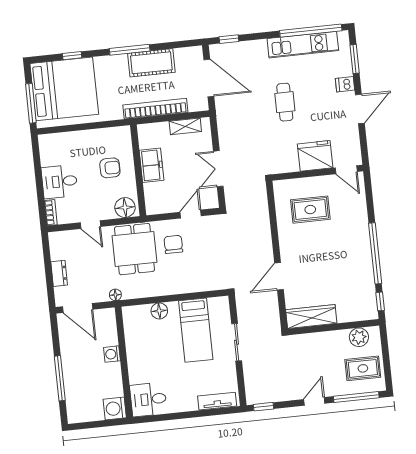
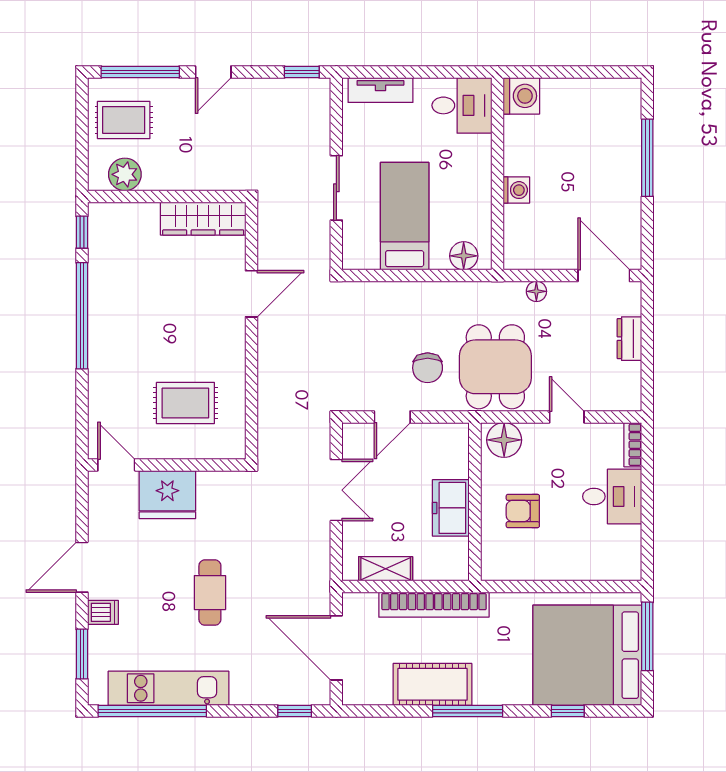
washing machine: (112, 354) -> (516, 190), moved
wall: (124, 362) -> (497, 174), moved
desk: (148, 399) -> (462, 105), moved
washing machine: (115, 408) -> (521, 96), moved

